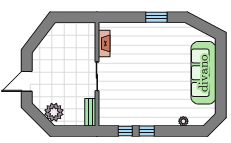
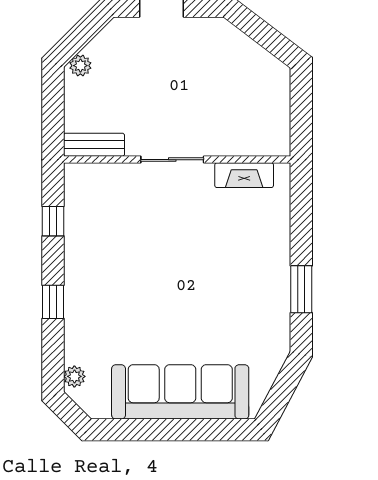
plant: (54, 112) -> (80, 66), width x0.53, depth x0.53
plant: (183, 121) -> (74, 376), moved
window: (147, 131) -> (53, 302), moved

